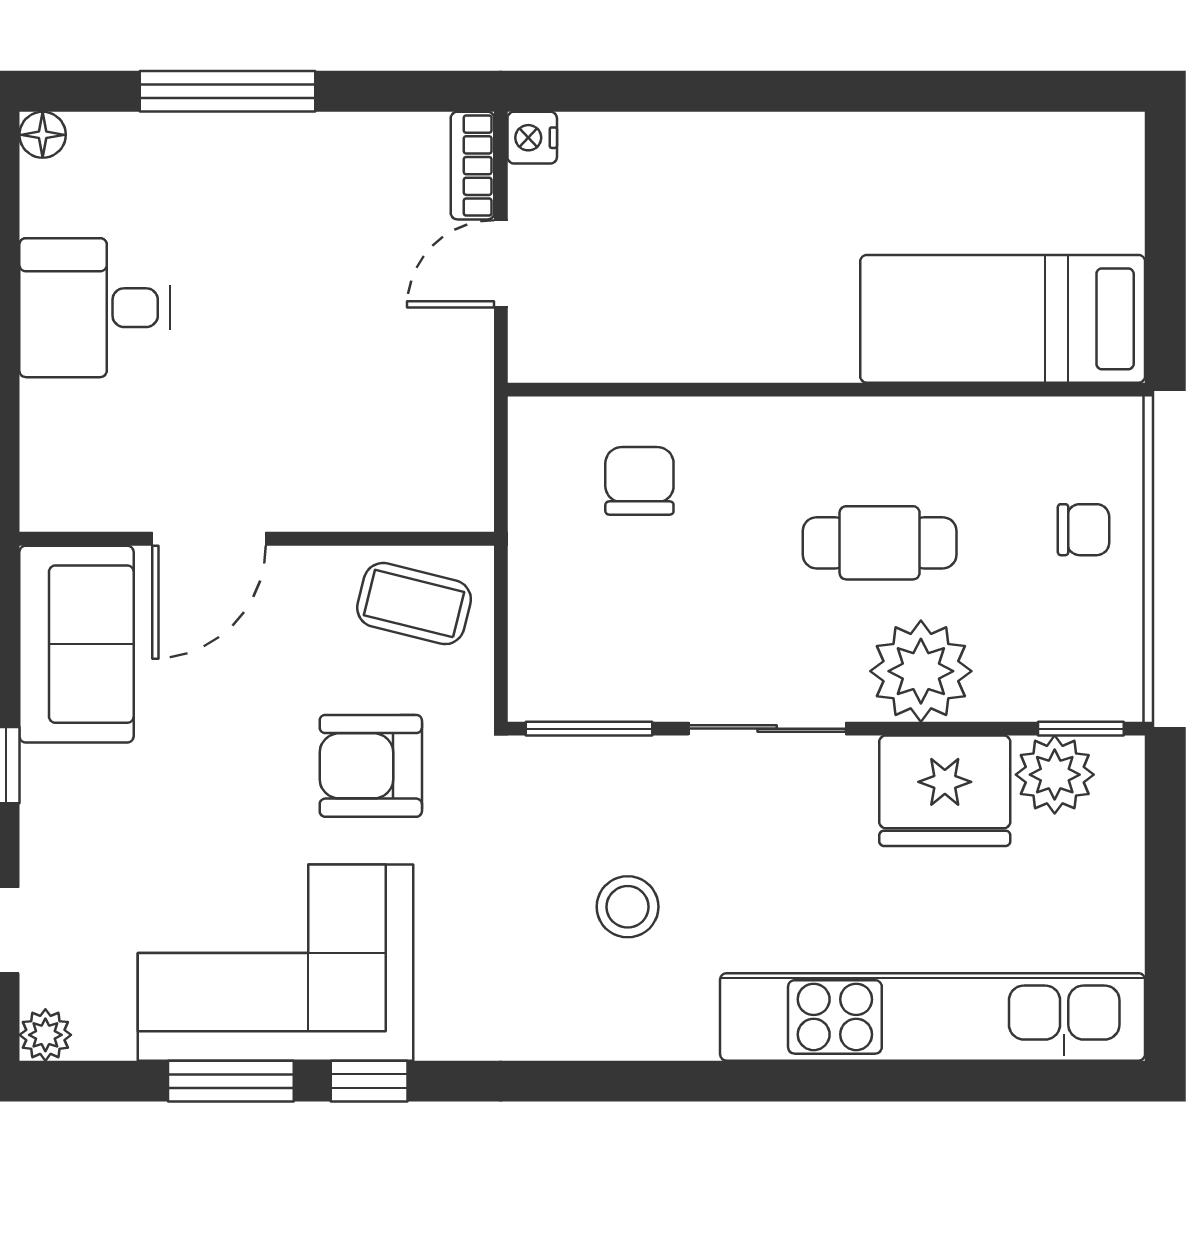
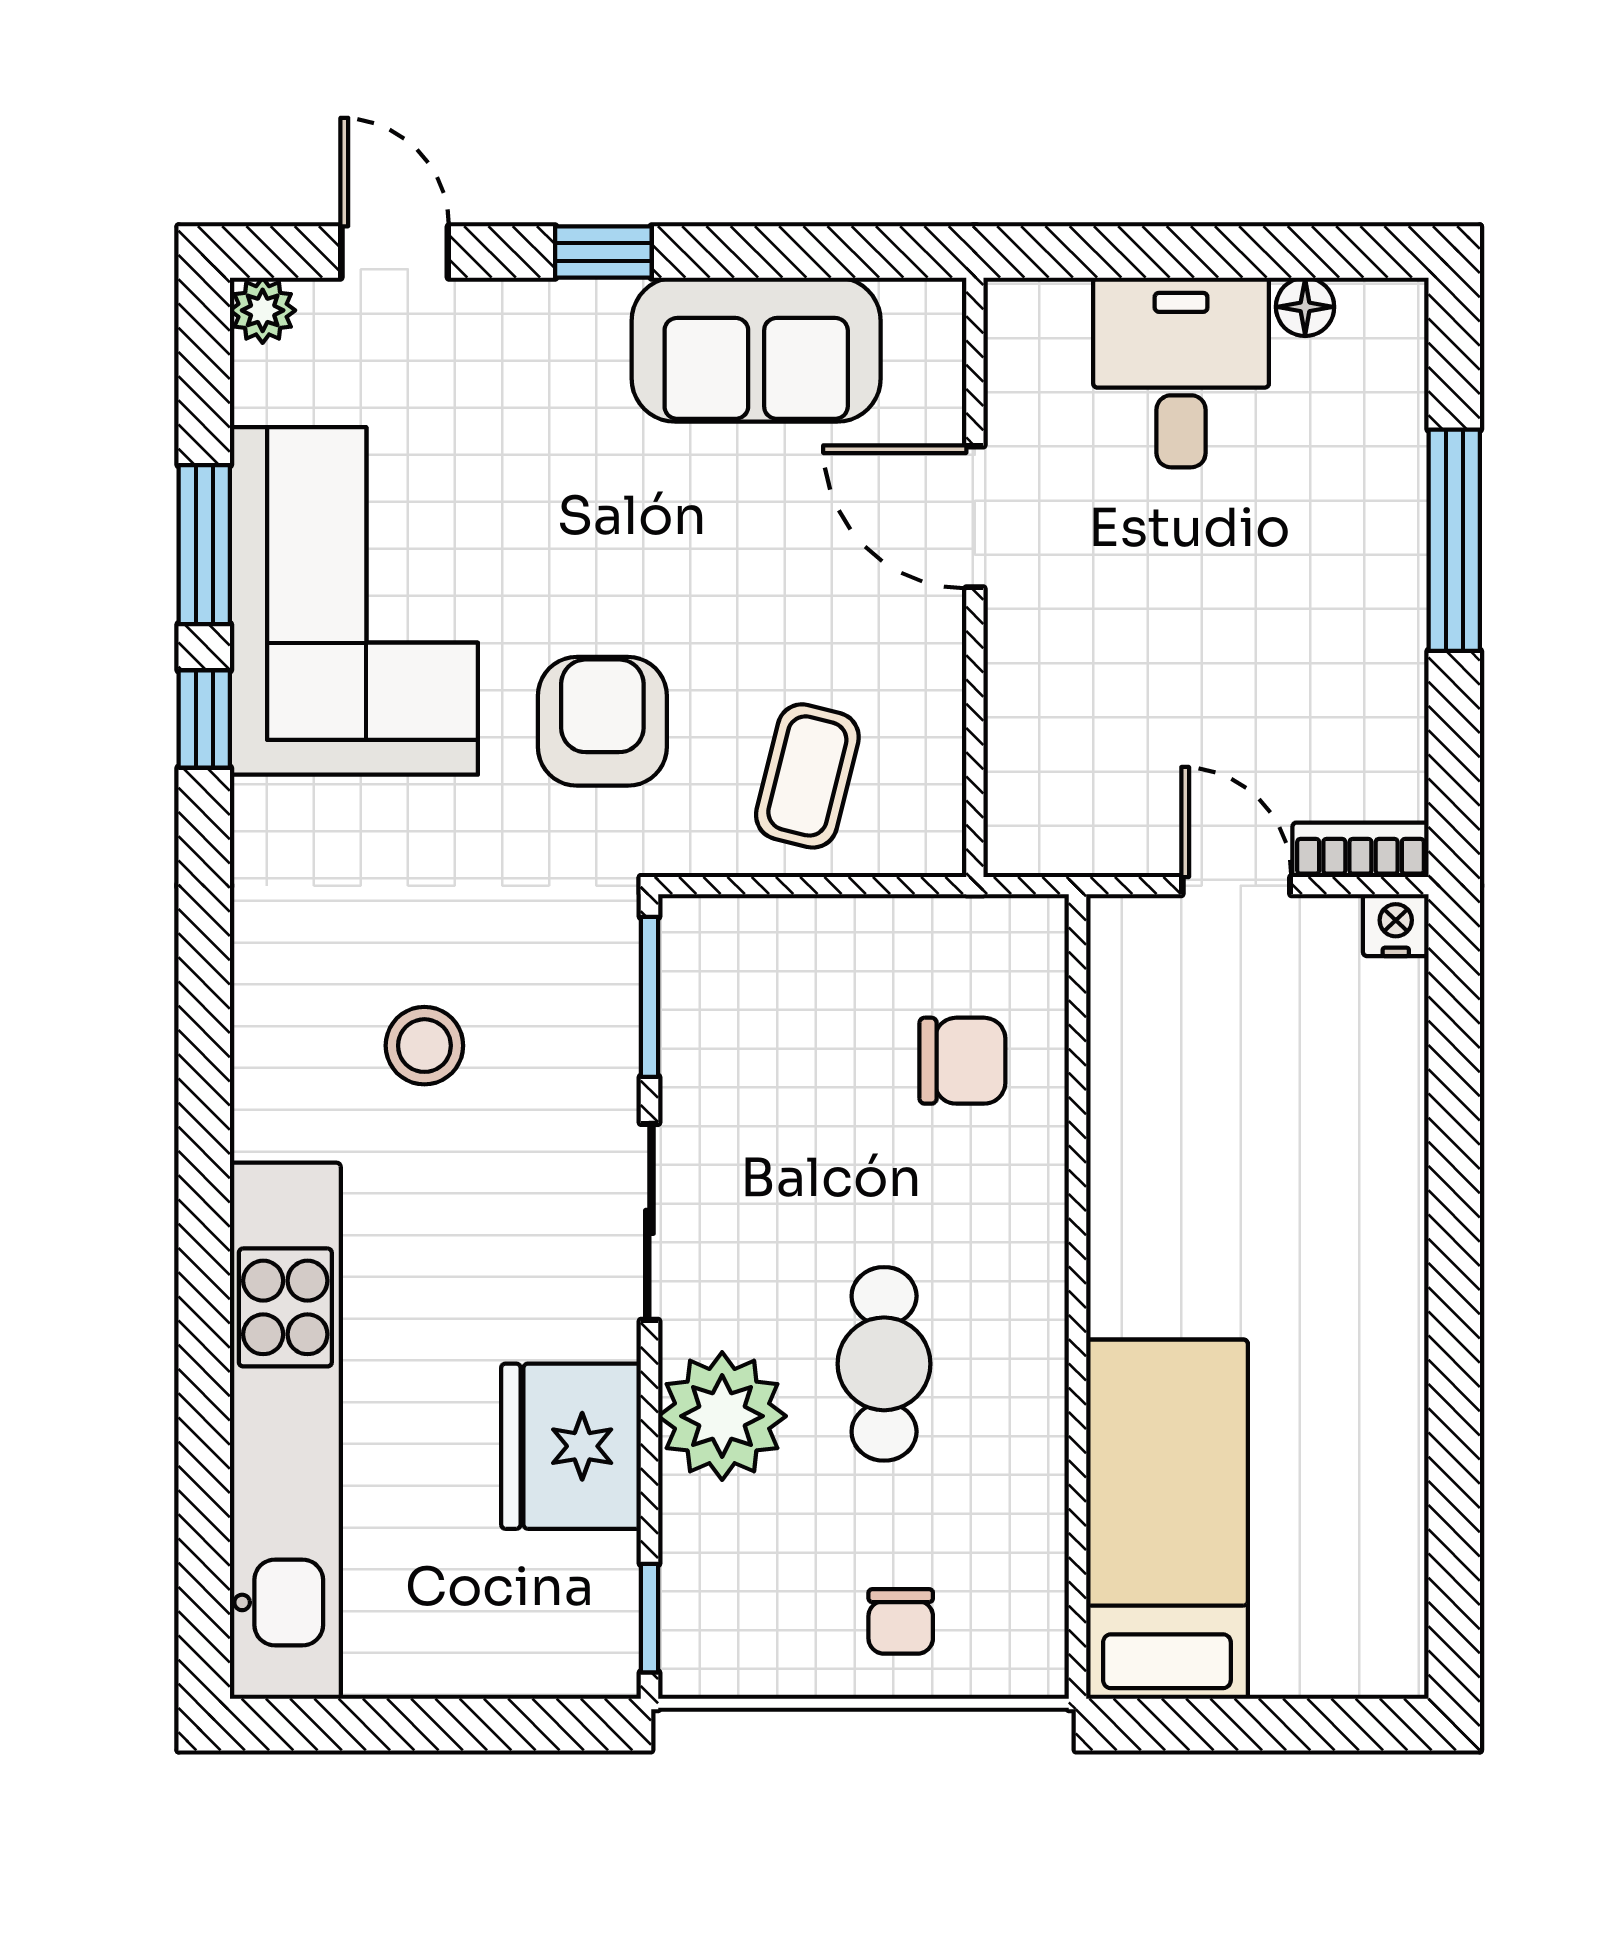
floor lamp: (43, 135) -> (1305, 307), moved
door: (209, 539) -> (975, 517), moved
wall: (257, 539) -> (975, 577), moved
plant: (1055, 775) -> (591, 1585), removed

